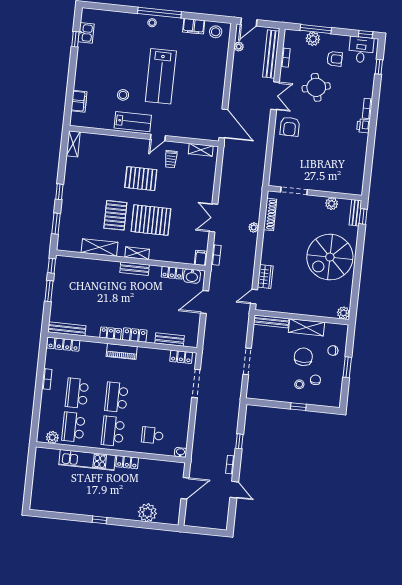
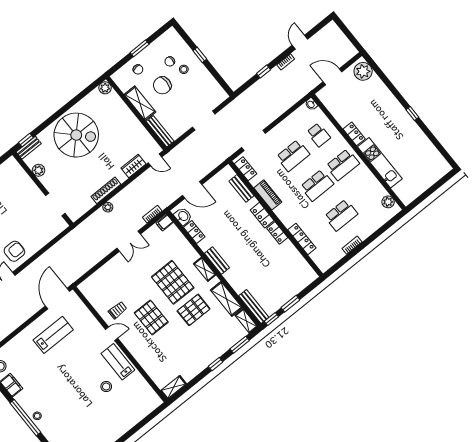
lab bench: (161, 76) -> (53, 335), moved, width x0.73, depth x0.72
filing cabinet: (79, 101) -> (141, 412), removed
shelving: (201, 150) -> (246, 321), moved
shoe rack: (270, 214) -> (106, 190), moved
bench: (67, 329) -> (254, 306), moved
locker: (63, 344) -> (302, 239), moved
piano: (122, 351) -> (268, 195), moved
school desk: (73, 427) -> (293, 156), moved
plant: (147, 513) -> (363, 71), moved

